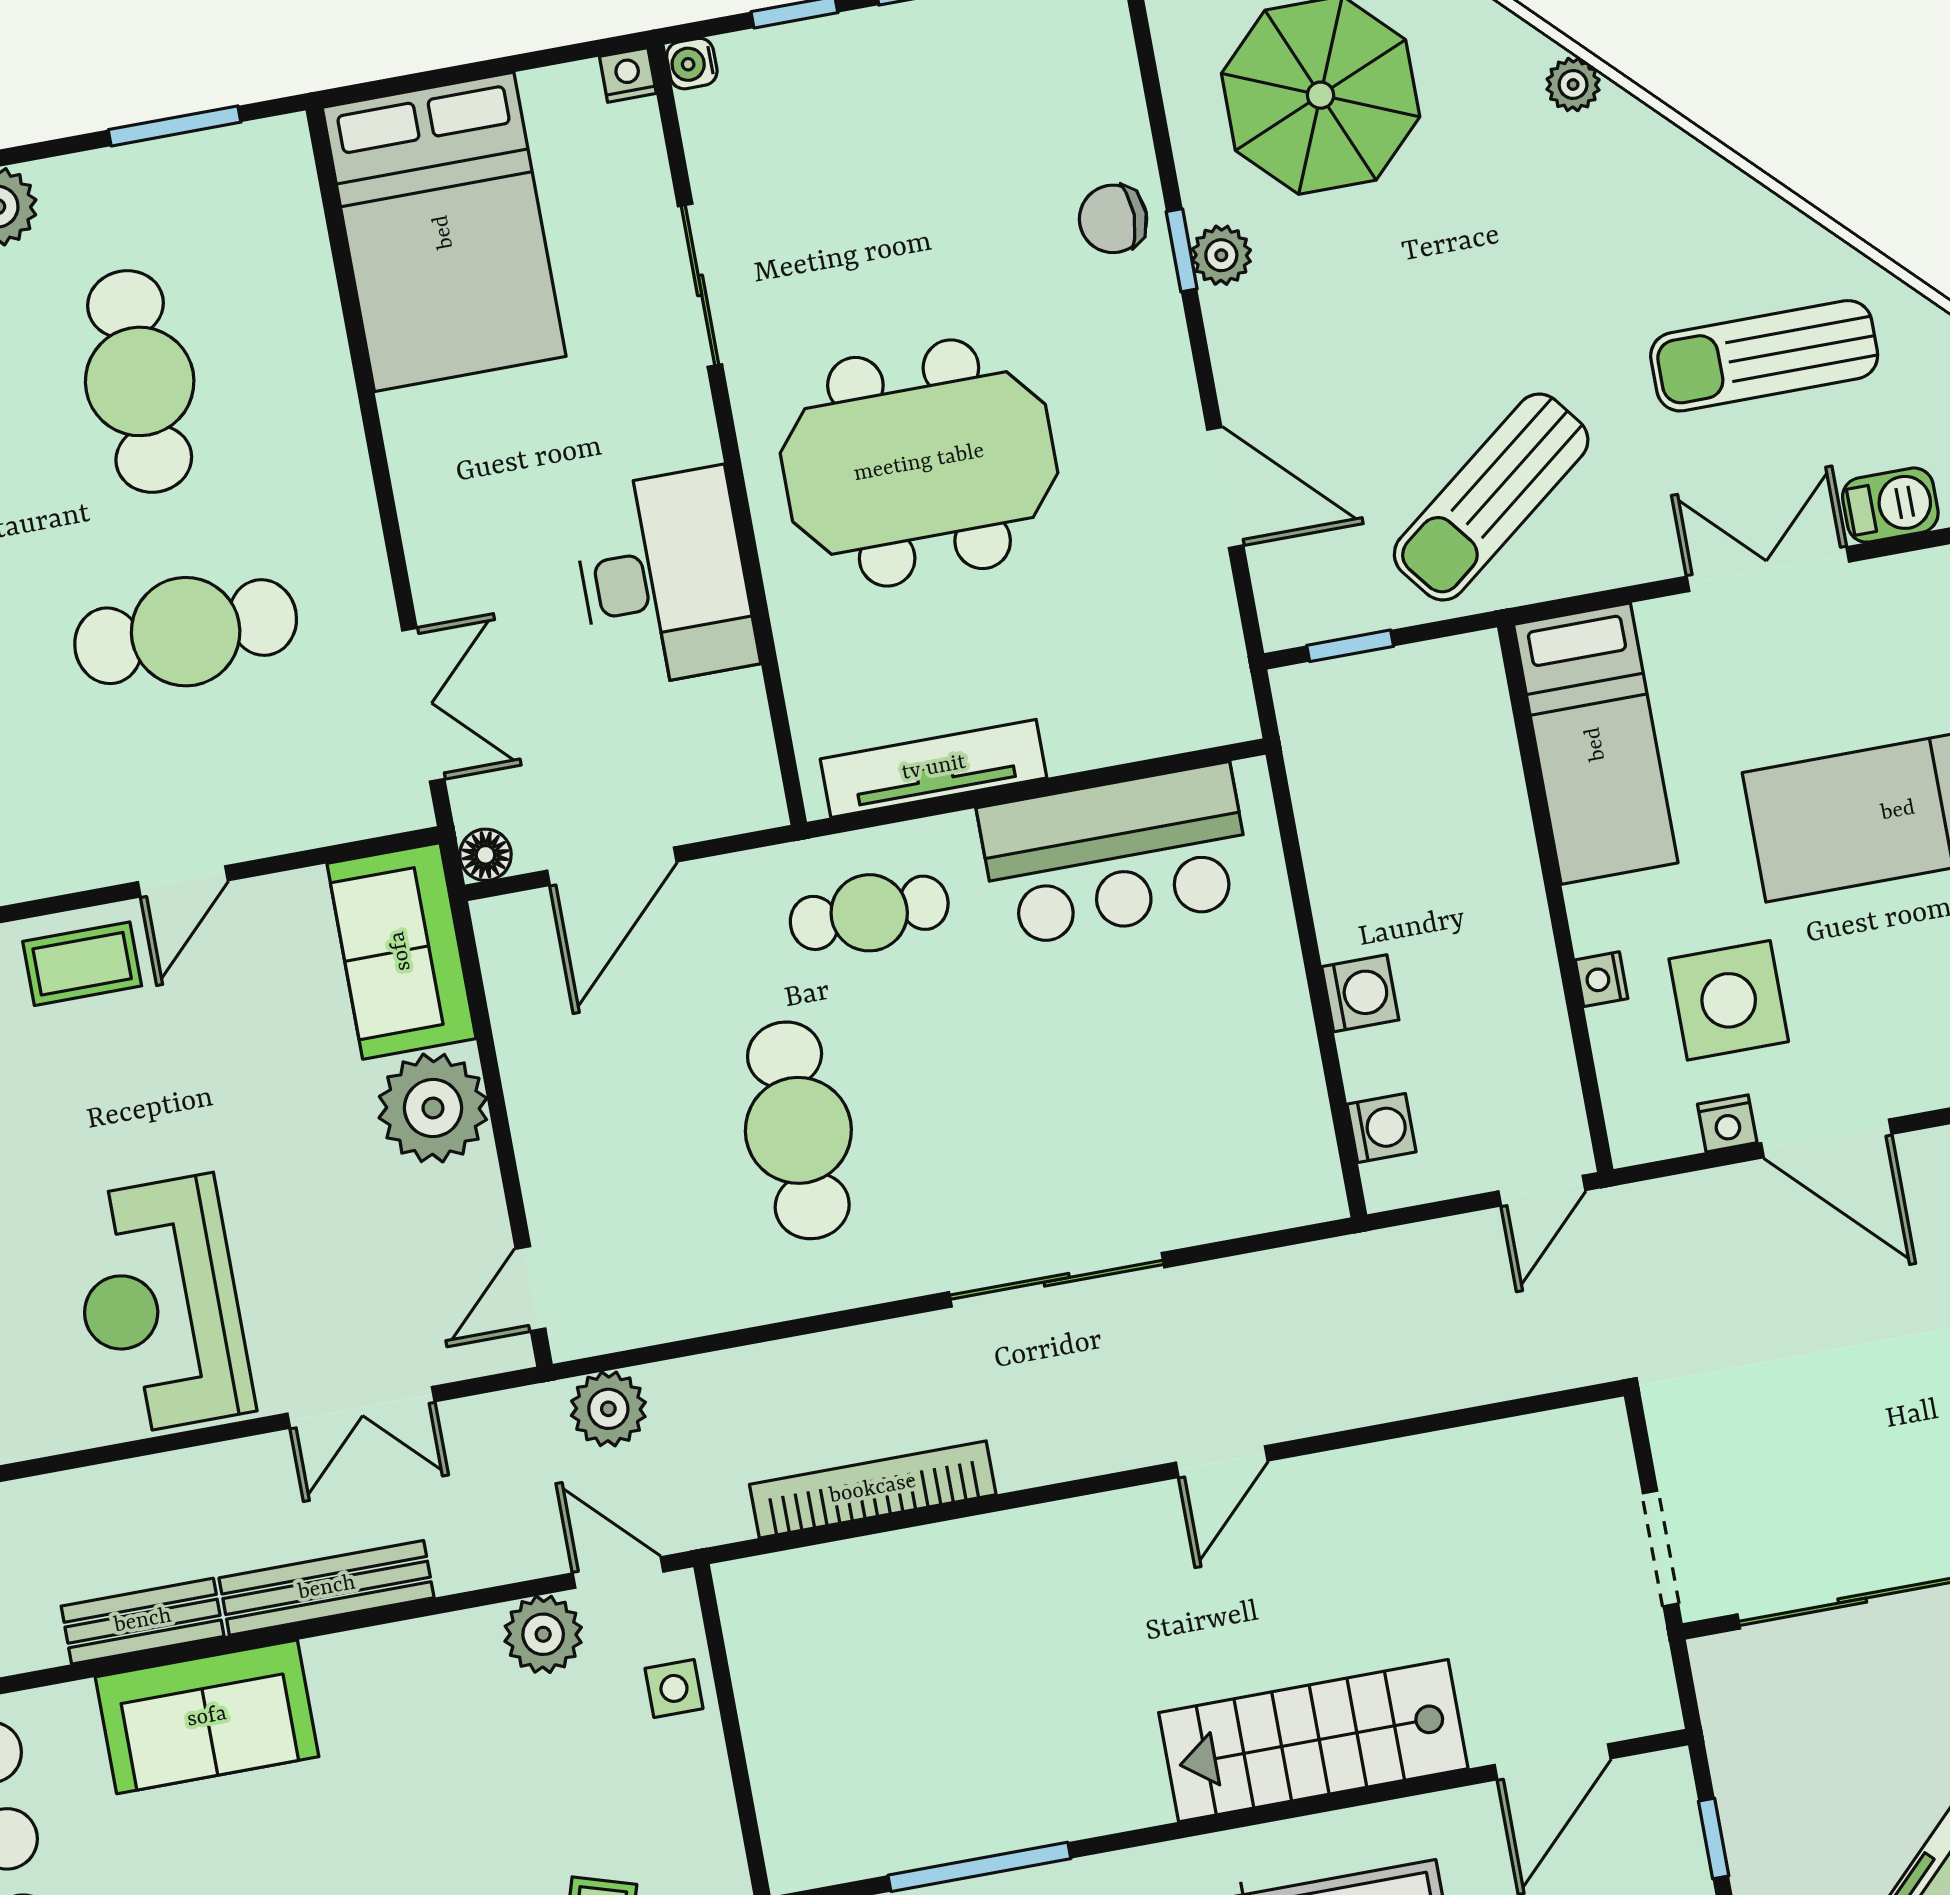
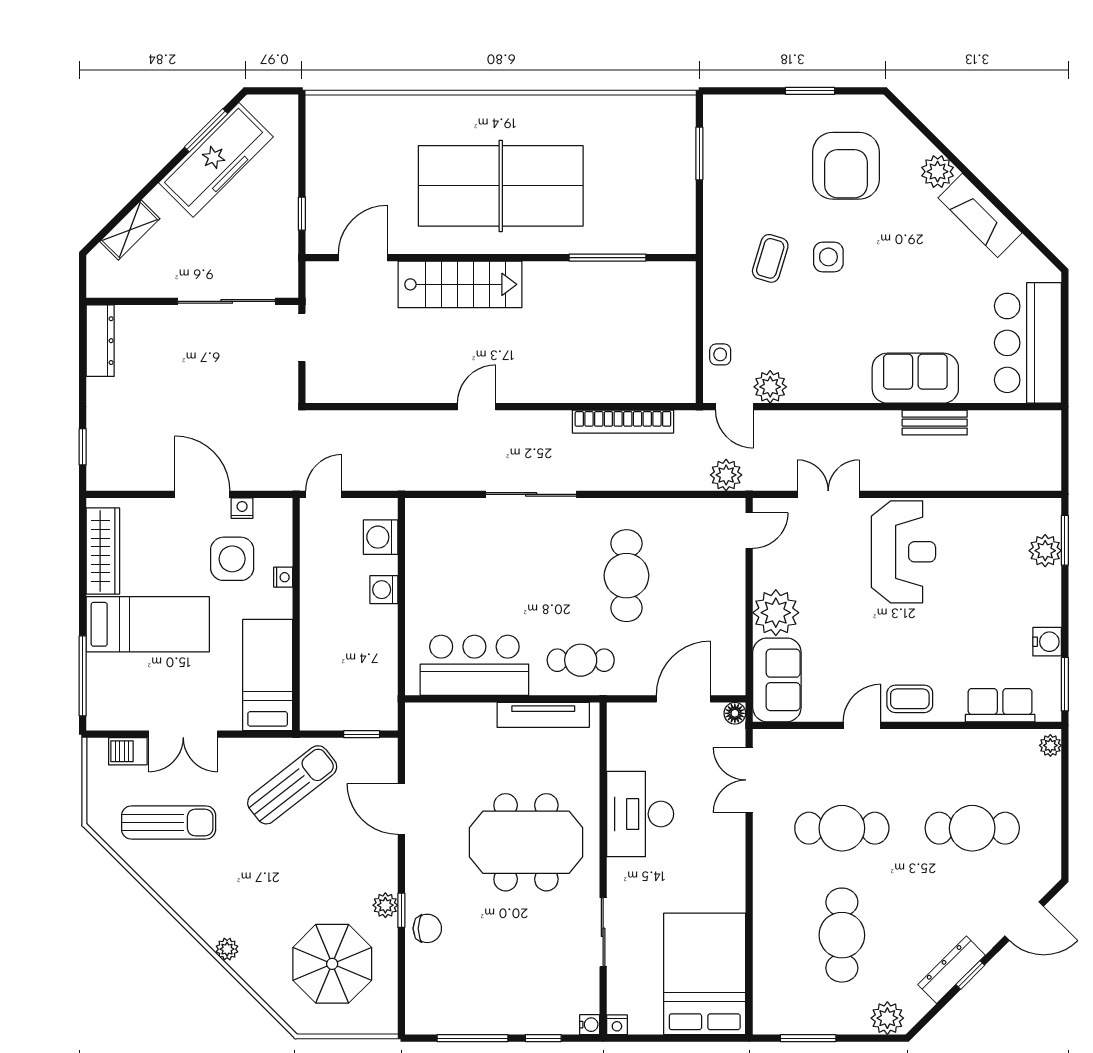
washing machine: (1381, 1128) -> (381, 537), width x1.38, depth x1.38
bench: (327, 1588) -> (856, 422), removed

